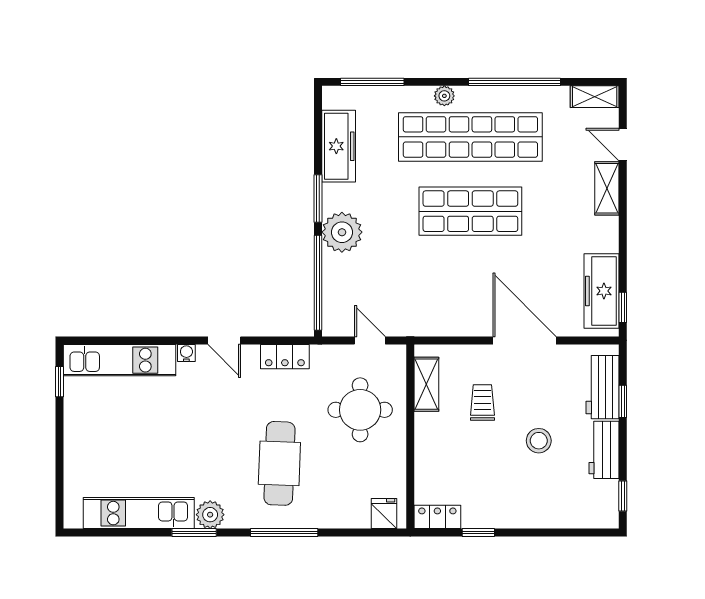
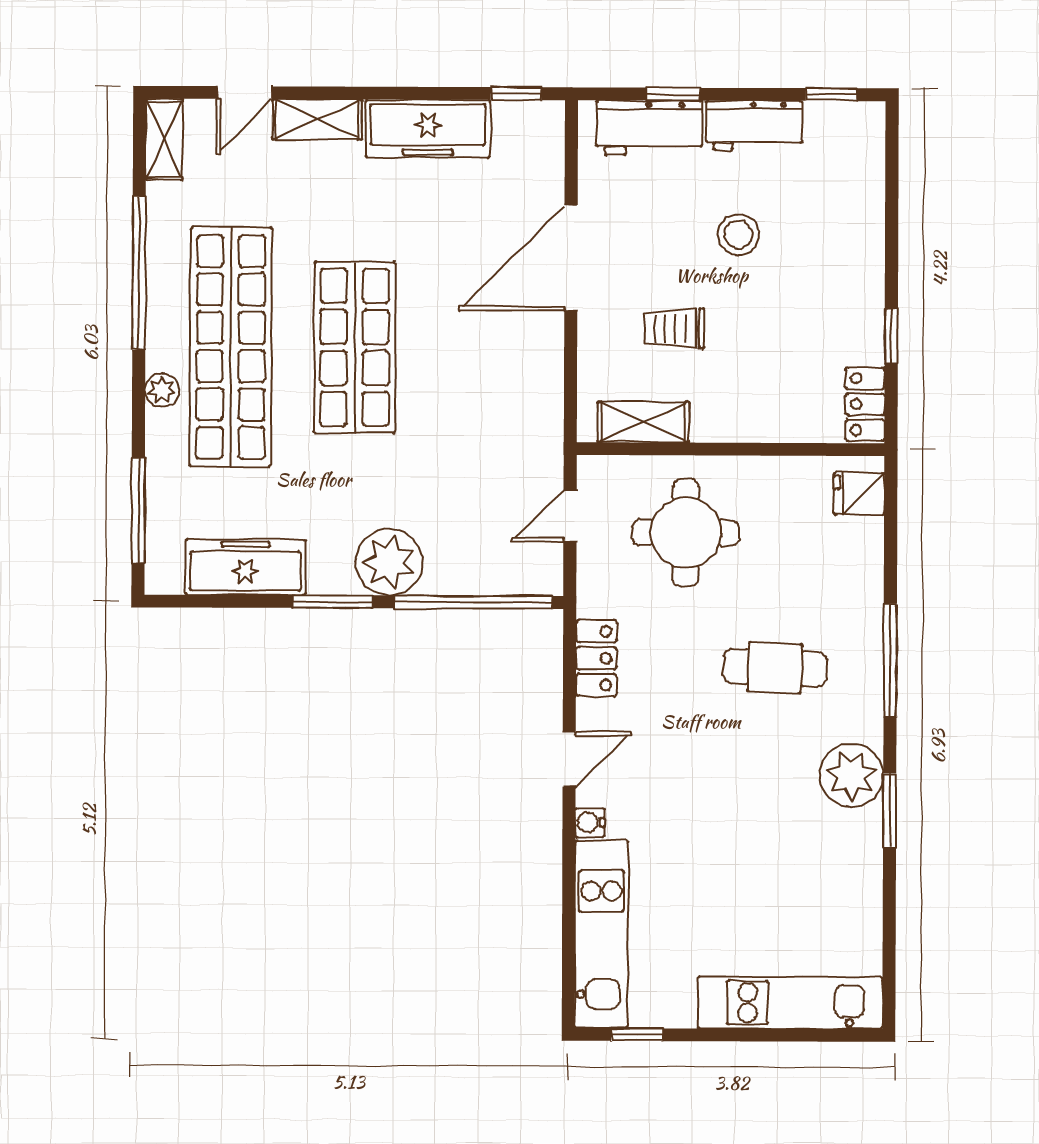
freezer: (602, 291) -> (428, 129), moved
cafe table: (279, 463) -> (775, 668), width x0.73, depth x0.74
kitchen unit: (139, 513) -> (790, 1003), moved, turned 90
plant: (210, 515) -> (852, 775), width x1.36, depth x1.36

